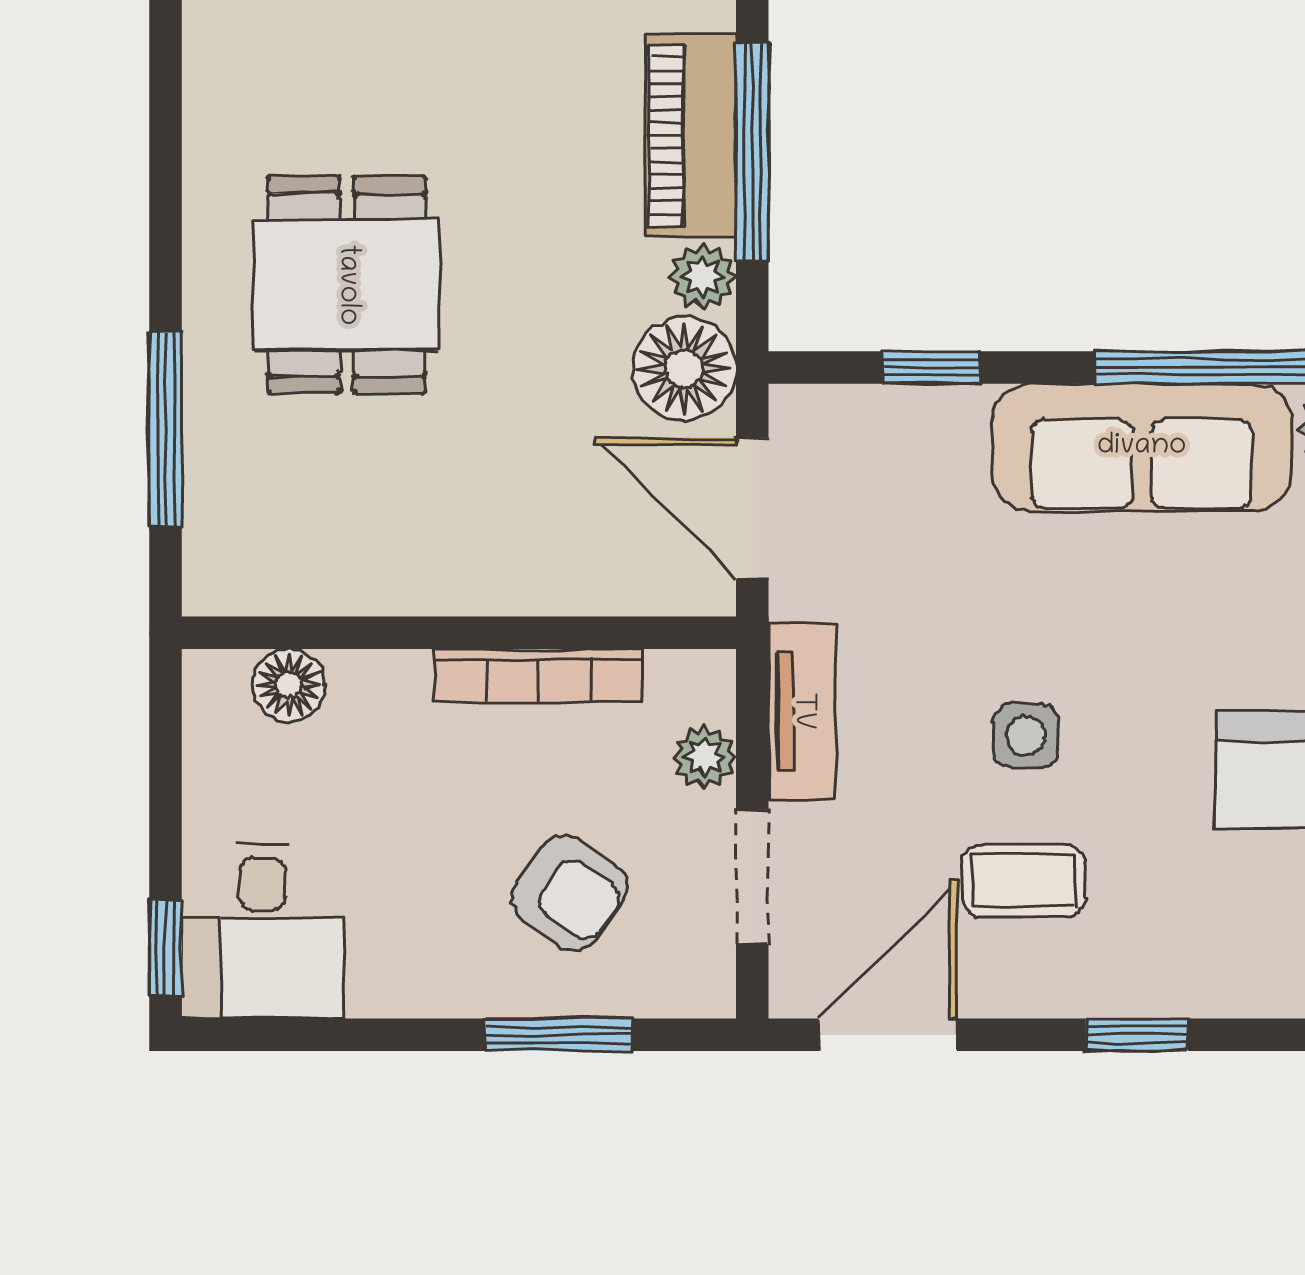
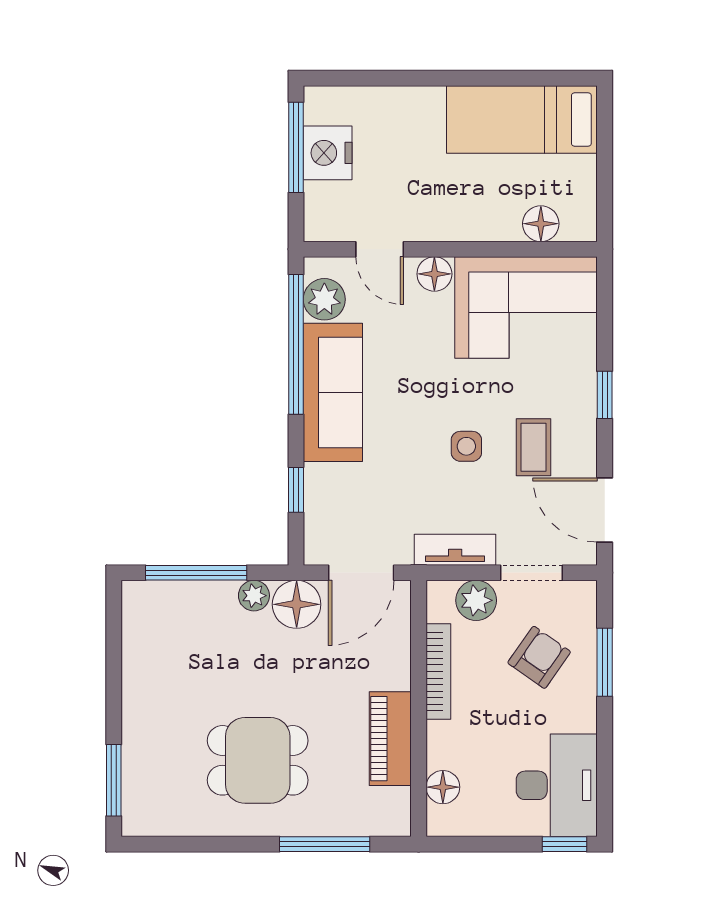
piano: (691, 136) -> (390, 739), moved, turned 90
plant: (704, 757) -> (476, 600), width x1.38, depth x1.38
desk: (263, 931) -> (557, 785), width x1.37

